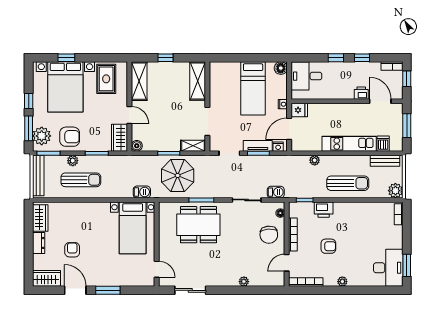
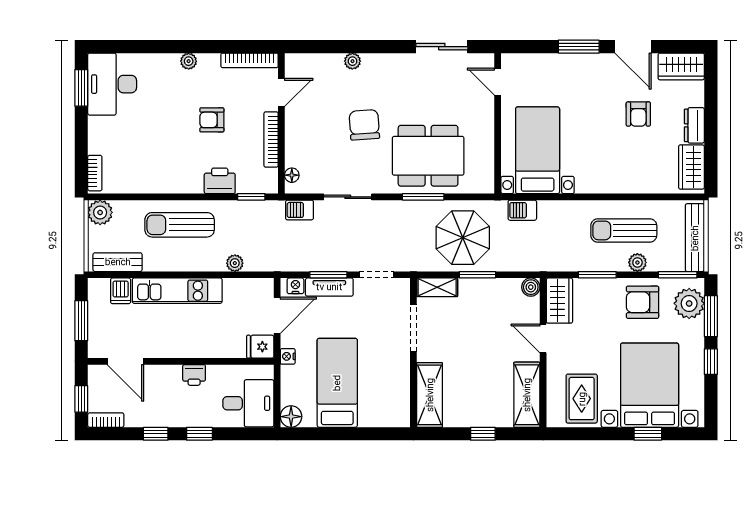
printer: (361, 93) -> (194, 375), moved
chair: (269, 235) -> (364, 125), moved

